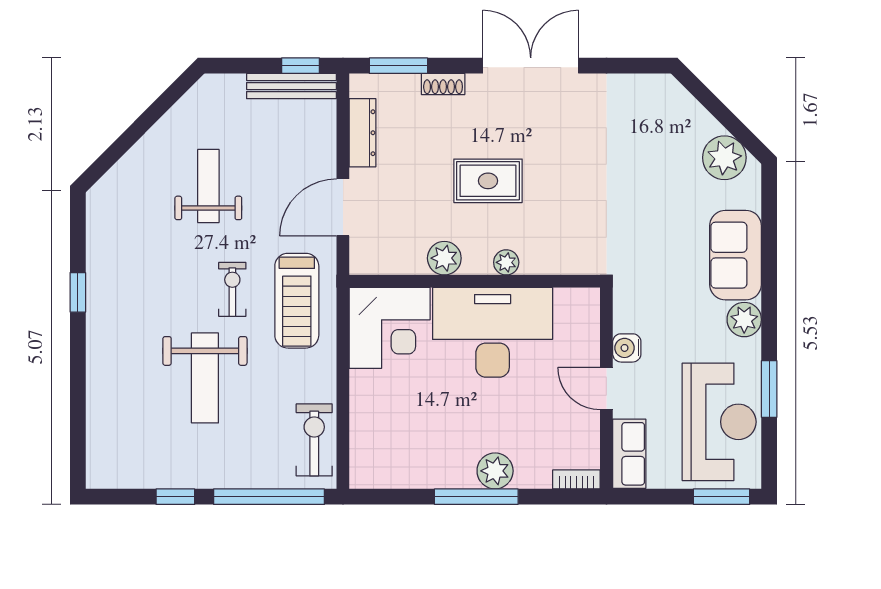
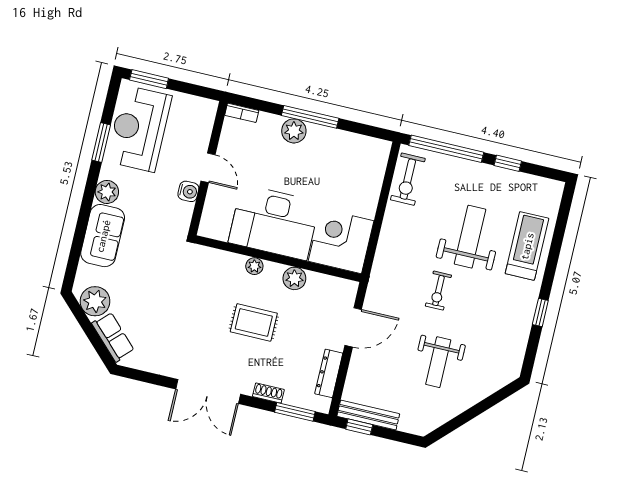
treadmill: (297, 301) -> (527, 246), moved
row of seats: (629, 454) -> (113, 337), moved, turned 135

